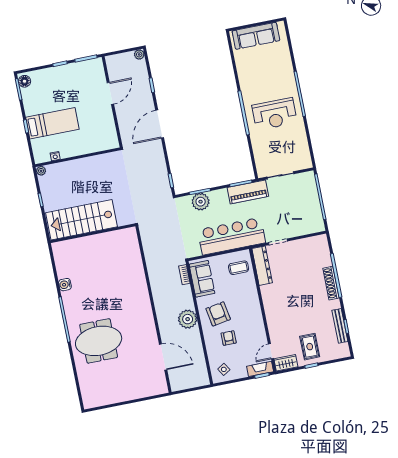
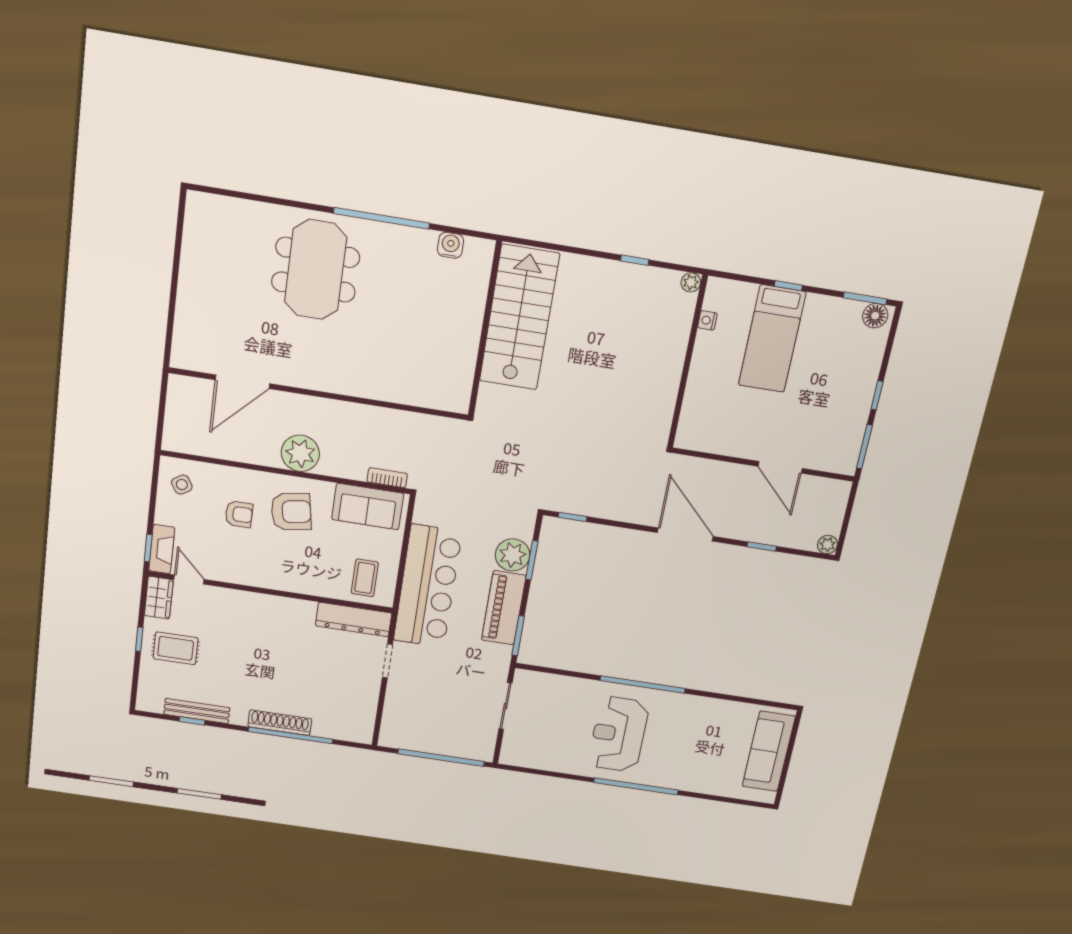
piano: (248, 192) -> (504, 608), moved
stairs: (82, 220) -> (519, 318), moved
wall: (93, 233) -> (485, 330), moved

